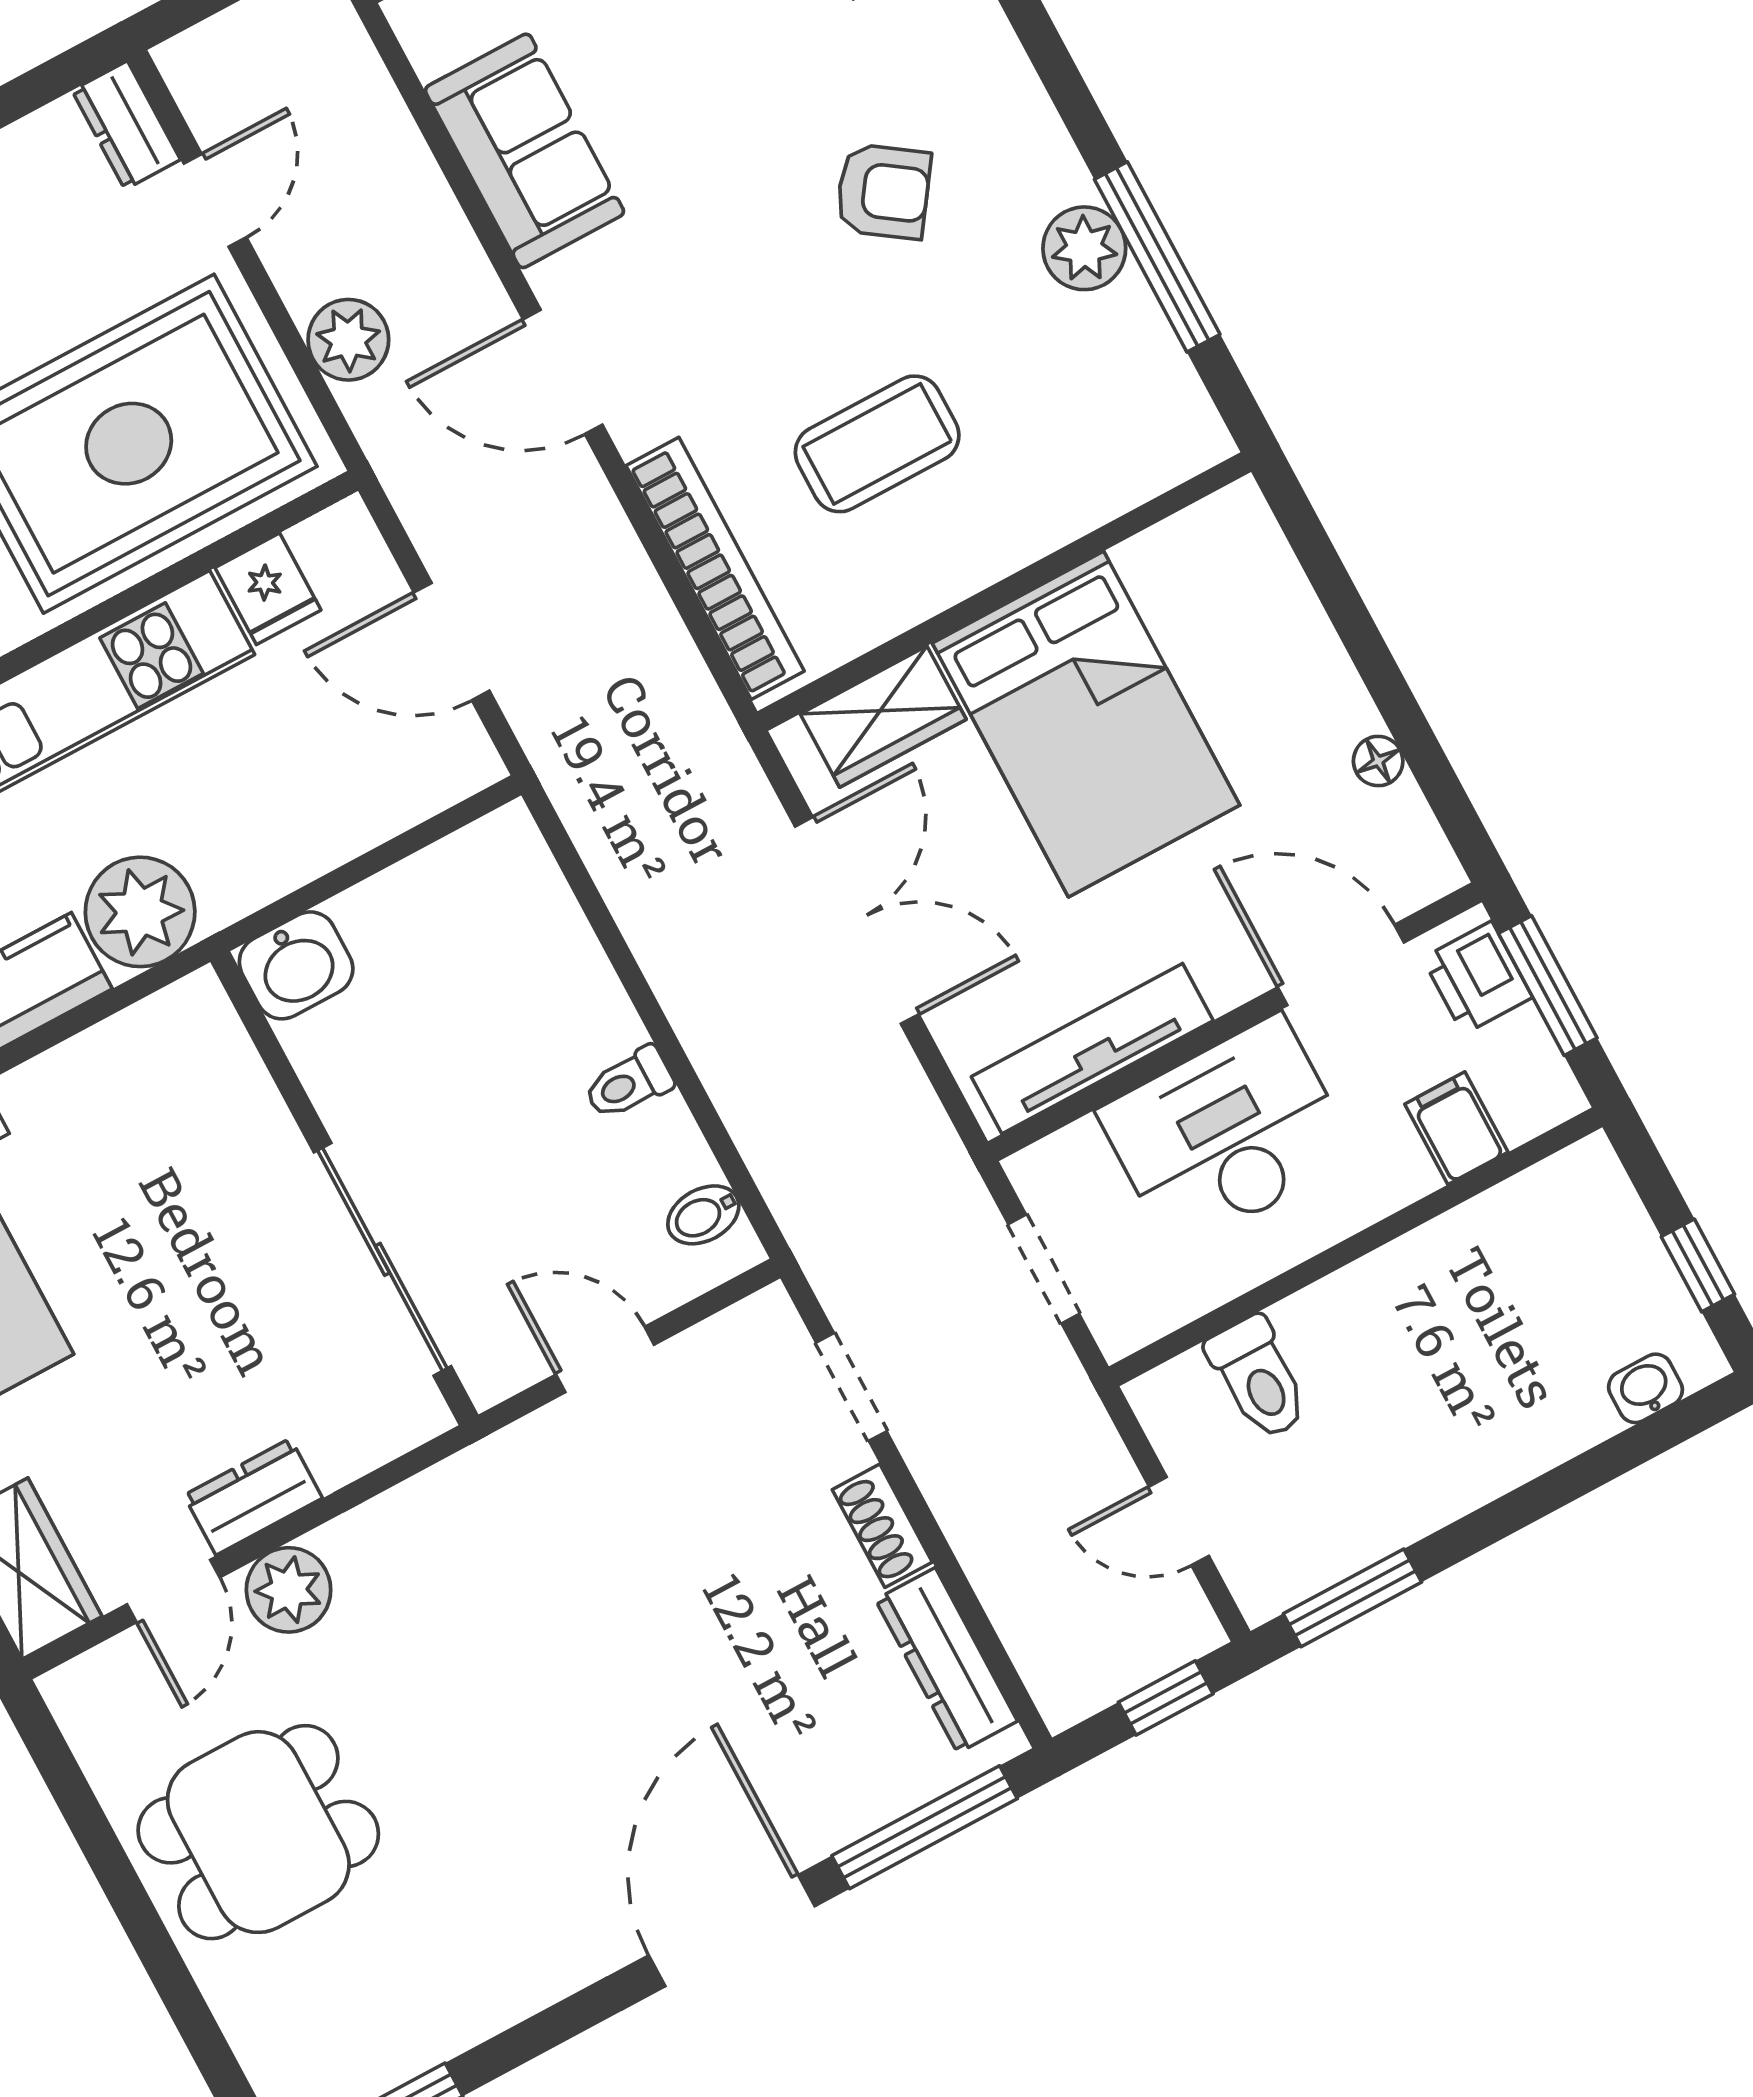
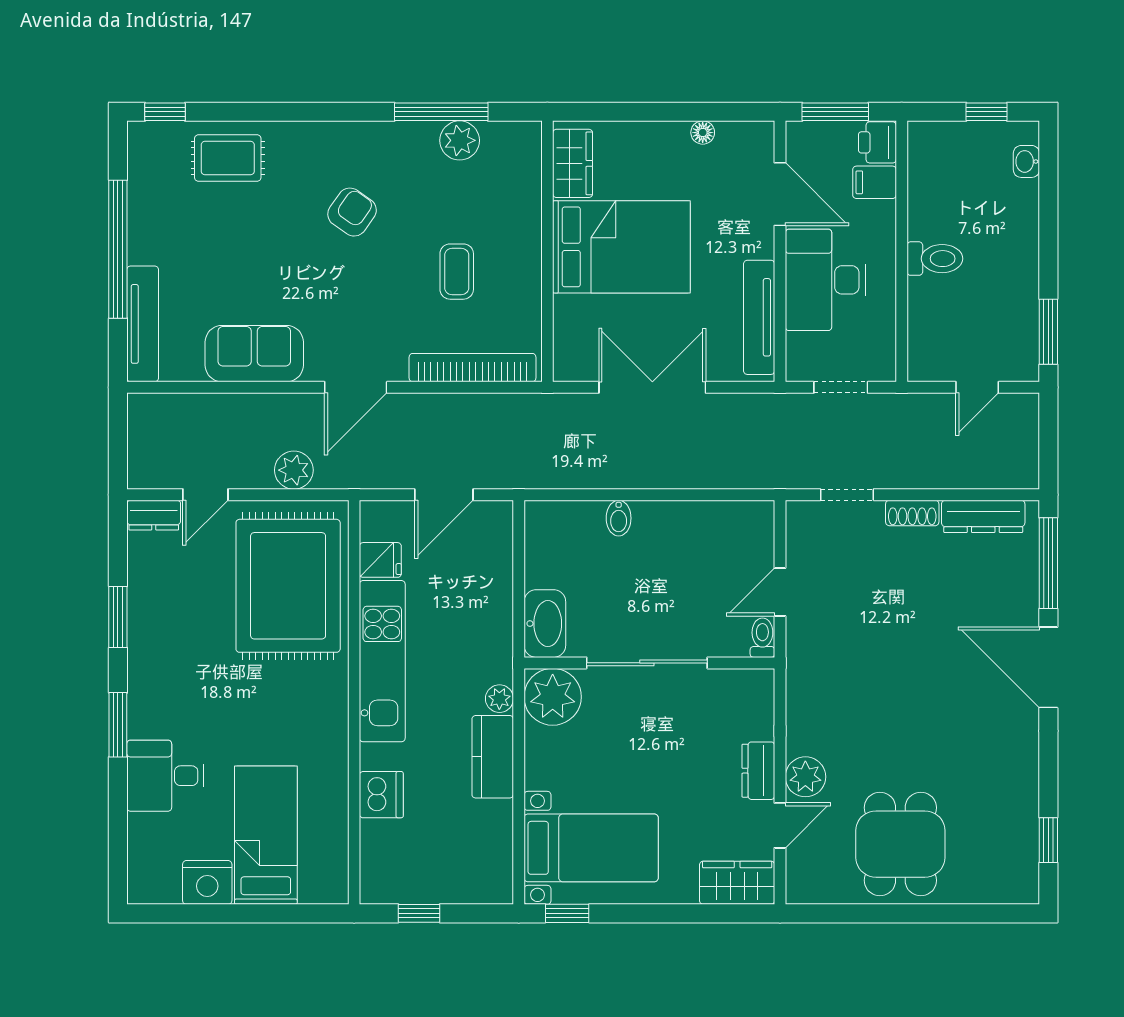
door: (215, 200) -> (205, 495), swing flipped
plant: (1084, 248) -> (460, 140), moved
coffee table: (877, 444) -> (457, 272), width x0.73, depth x0.77
wardrobe: (883, 717) -> (573, 163), moved
plant: (140, 912) -> (499, 699), width x0.53, depth x0.53
washbasin: (296, 965) -> (545, 624), width x1.38
door: (1341, 965) -> (780, 194), swing flipped
printer: (1477, 978) -> (877, 142), moved, turned 90
plant: (186, 1043) -> (553, 697), added
toilet: (629, 1083) -> (762, 638), moved, turned 180
bidet: (703, 1215) -> (619, 518), moved
sliding door: (382, 1259) -> (647, 663), moved
toilet: (1258, 1378) -> (935, 259), moved
door: (173, 1591) -> (780, 825), hinge flipped
window: (1166, 1698) -> (1048, 433), removed

